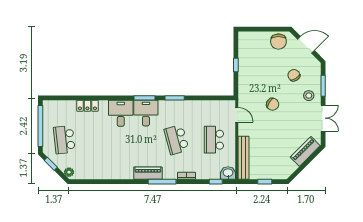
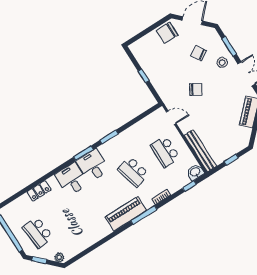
chair: (278, 42) -> (167, 33), turned 90
piano: (148, 173) -> (126, 214), width x1.37, depth x1.33

